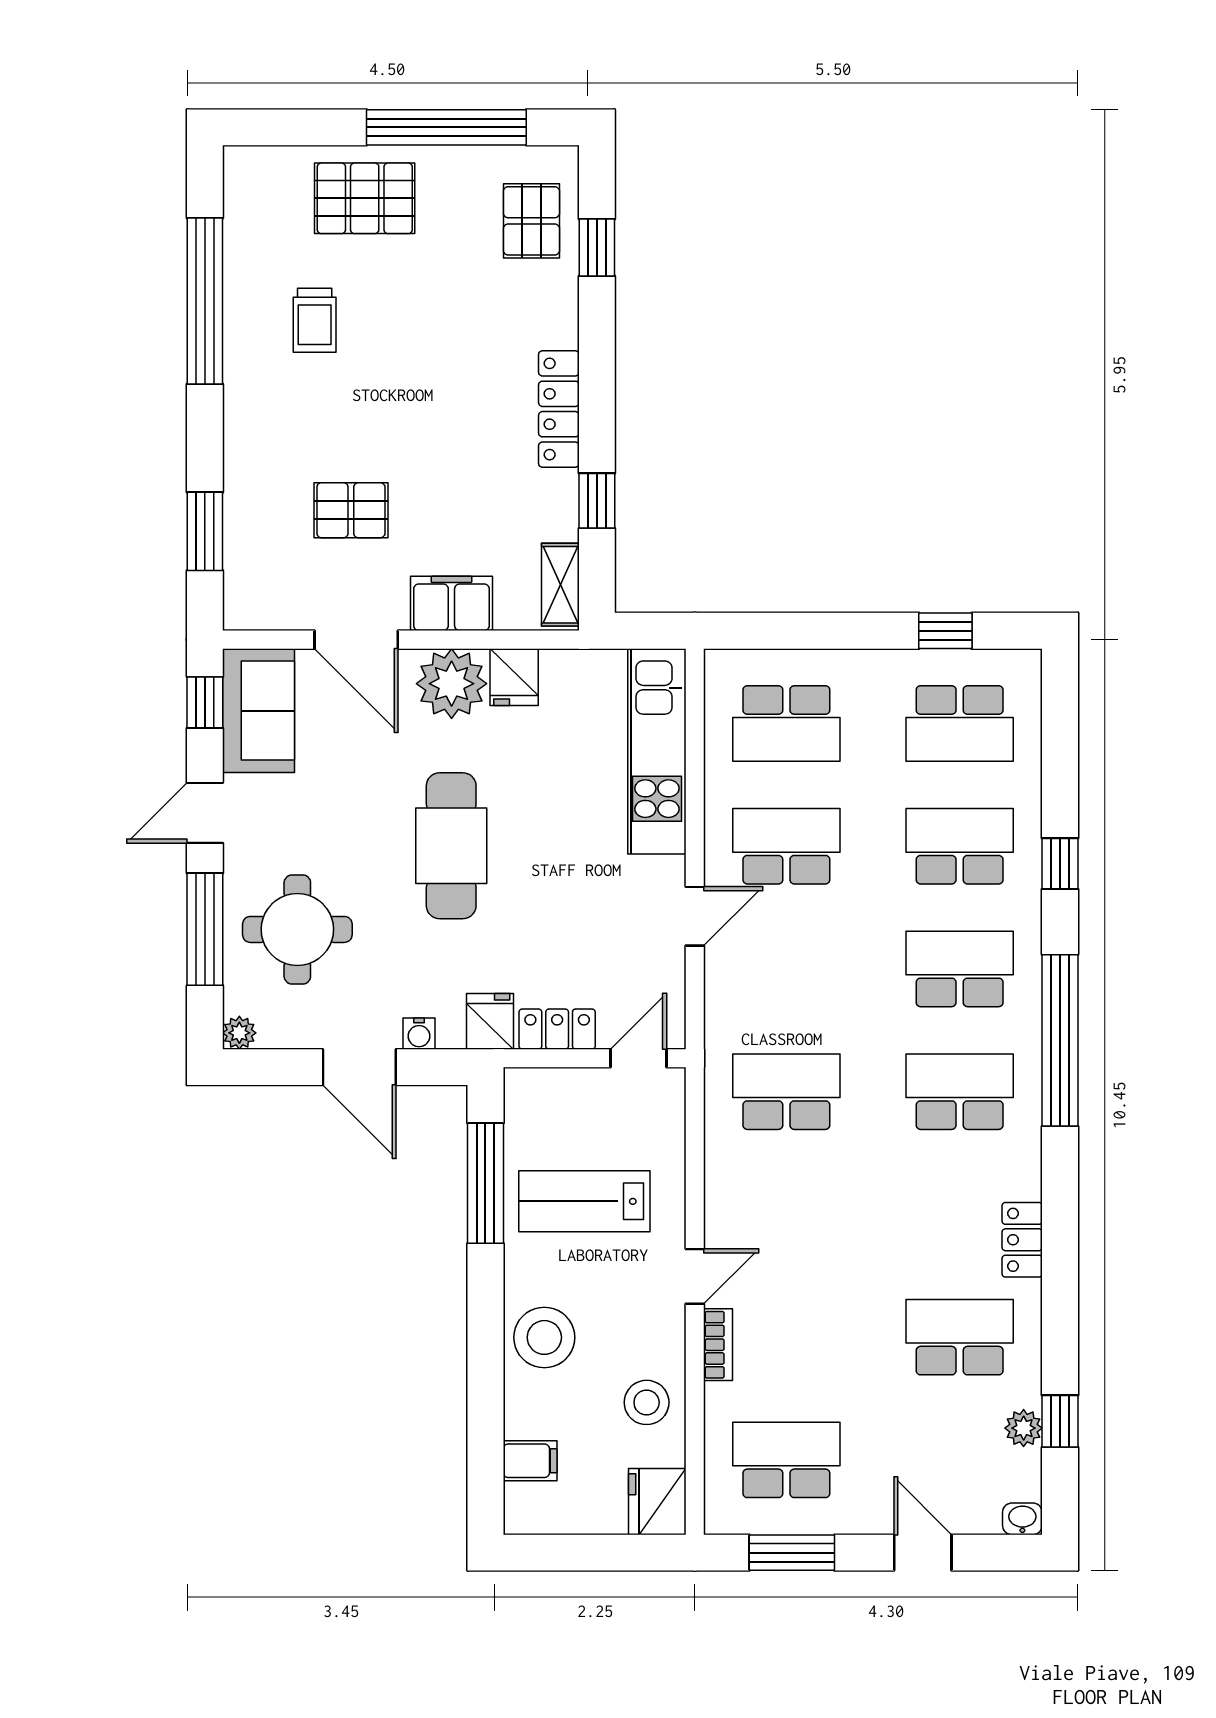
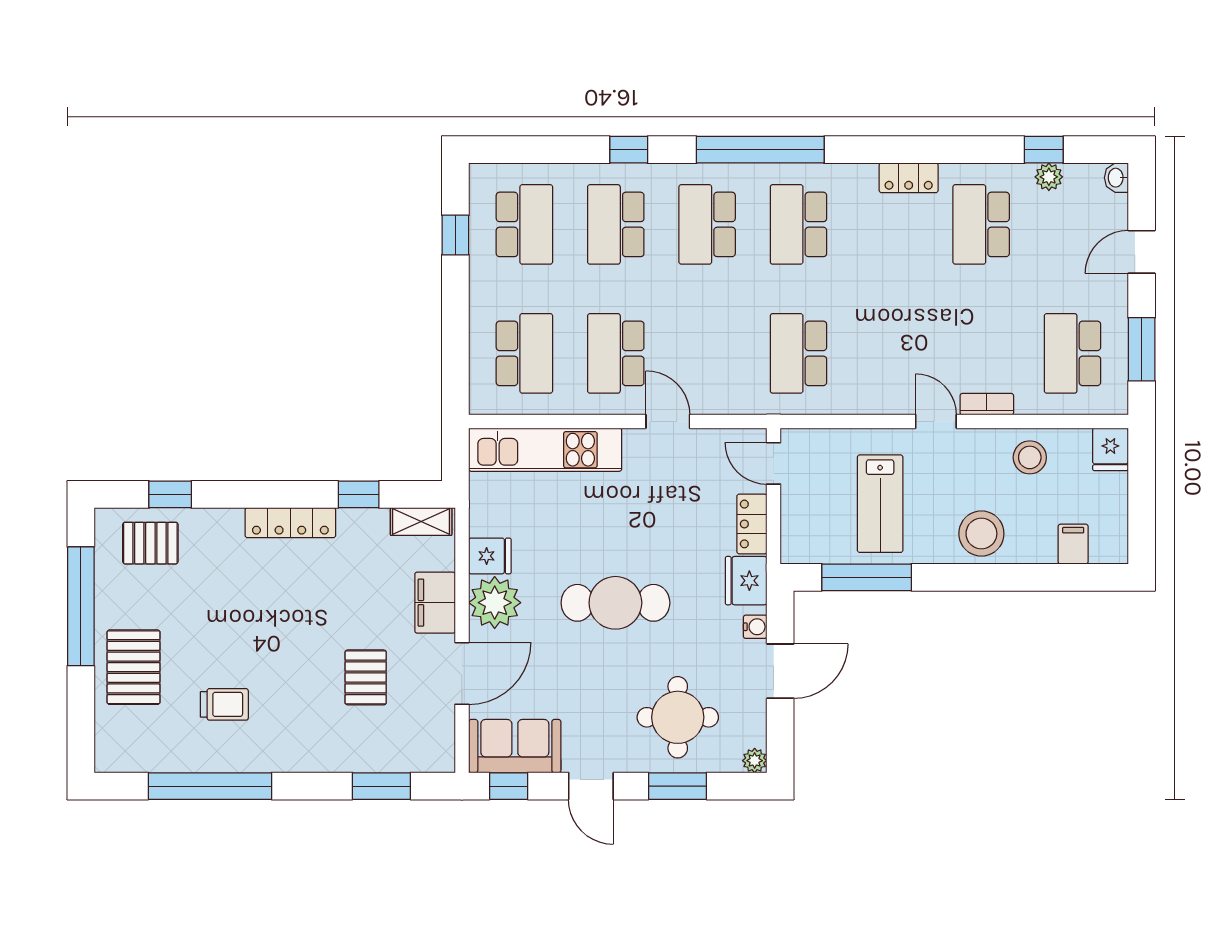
window: (205, 929) -> (678, 786), width x0.69
fridge: (490, 1021) -> (746, 581), width x1.38
fridge: (657, 1502) -> (1110, 449), width x0.72

